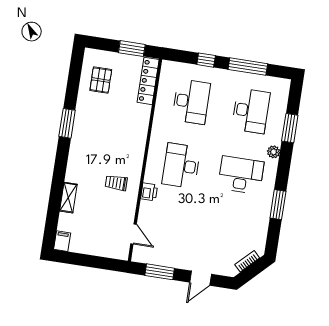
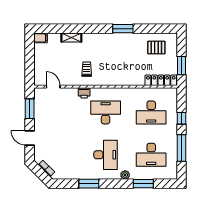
door: (134, 234) -> (53, 87), swing flipped

